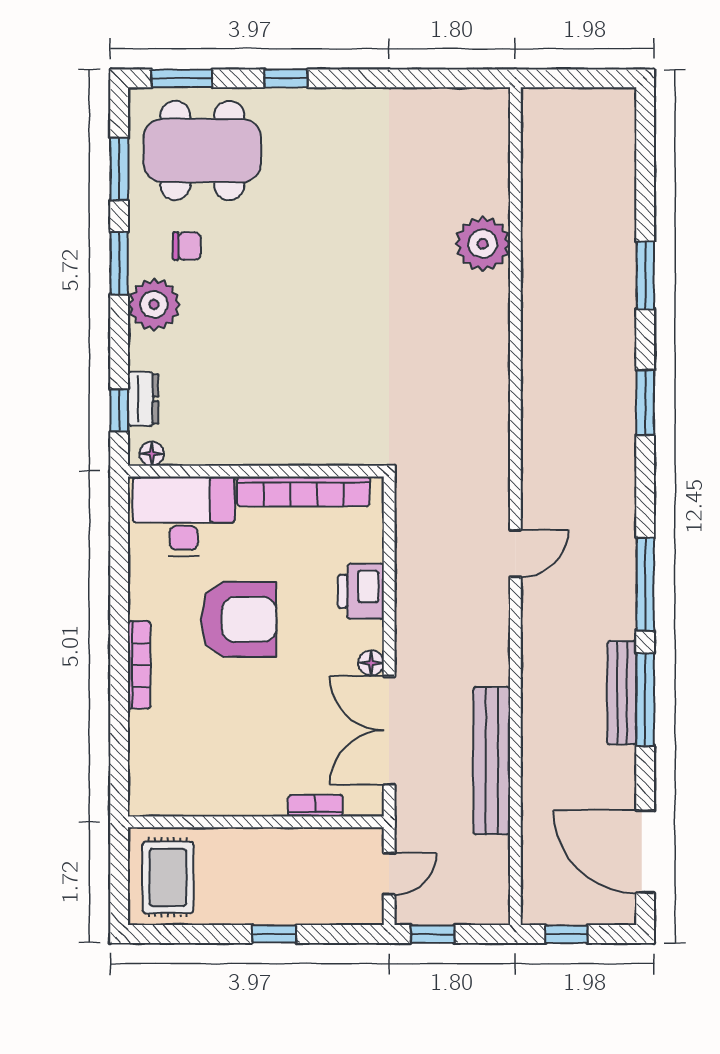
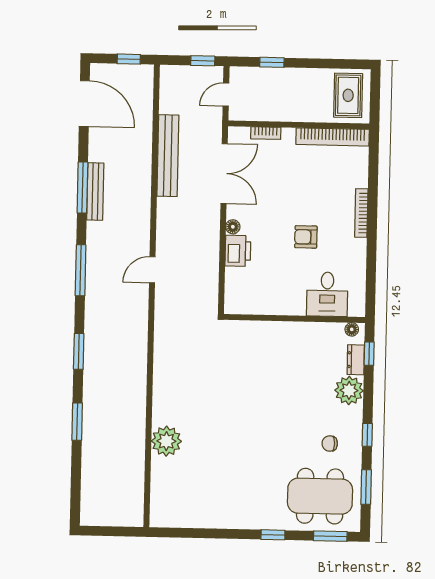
window: (119, 263) -> (367, 435), width x0.67
plant: (154, 304) -> (349, 390), moved
bookcase: (304, 491) -> (333, 137), moved, turned 180
desk: (184, 516) -> (327, 294), width x0.73
window: (645, 584) -> (81, 270), moved
armchair: (239, 619) -> (306, 237), width x0.53, depth x0.53
floor lamp: (371, 663) -> (233, 227), moved
window: (274, 934) -> (272, 62), moved

